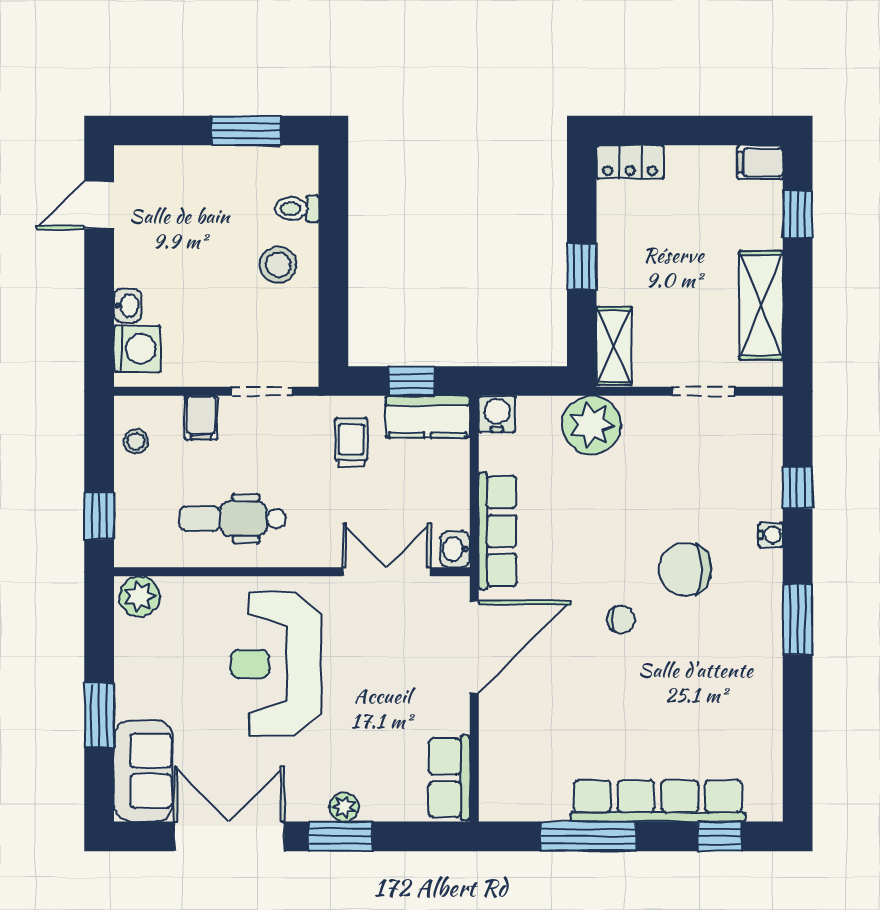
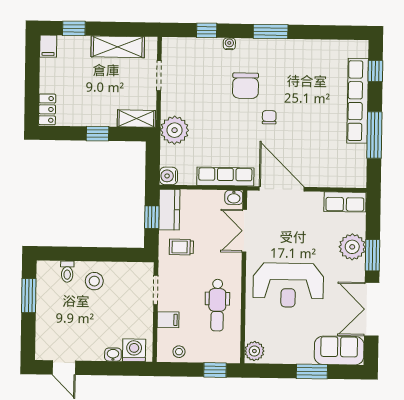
plant: (344, 807) -> (352, 247), width x1.88, depth x1.88

